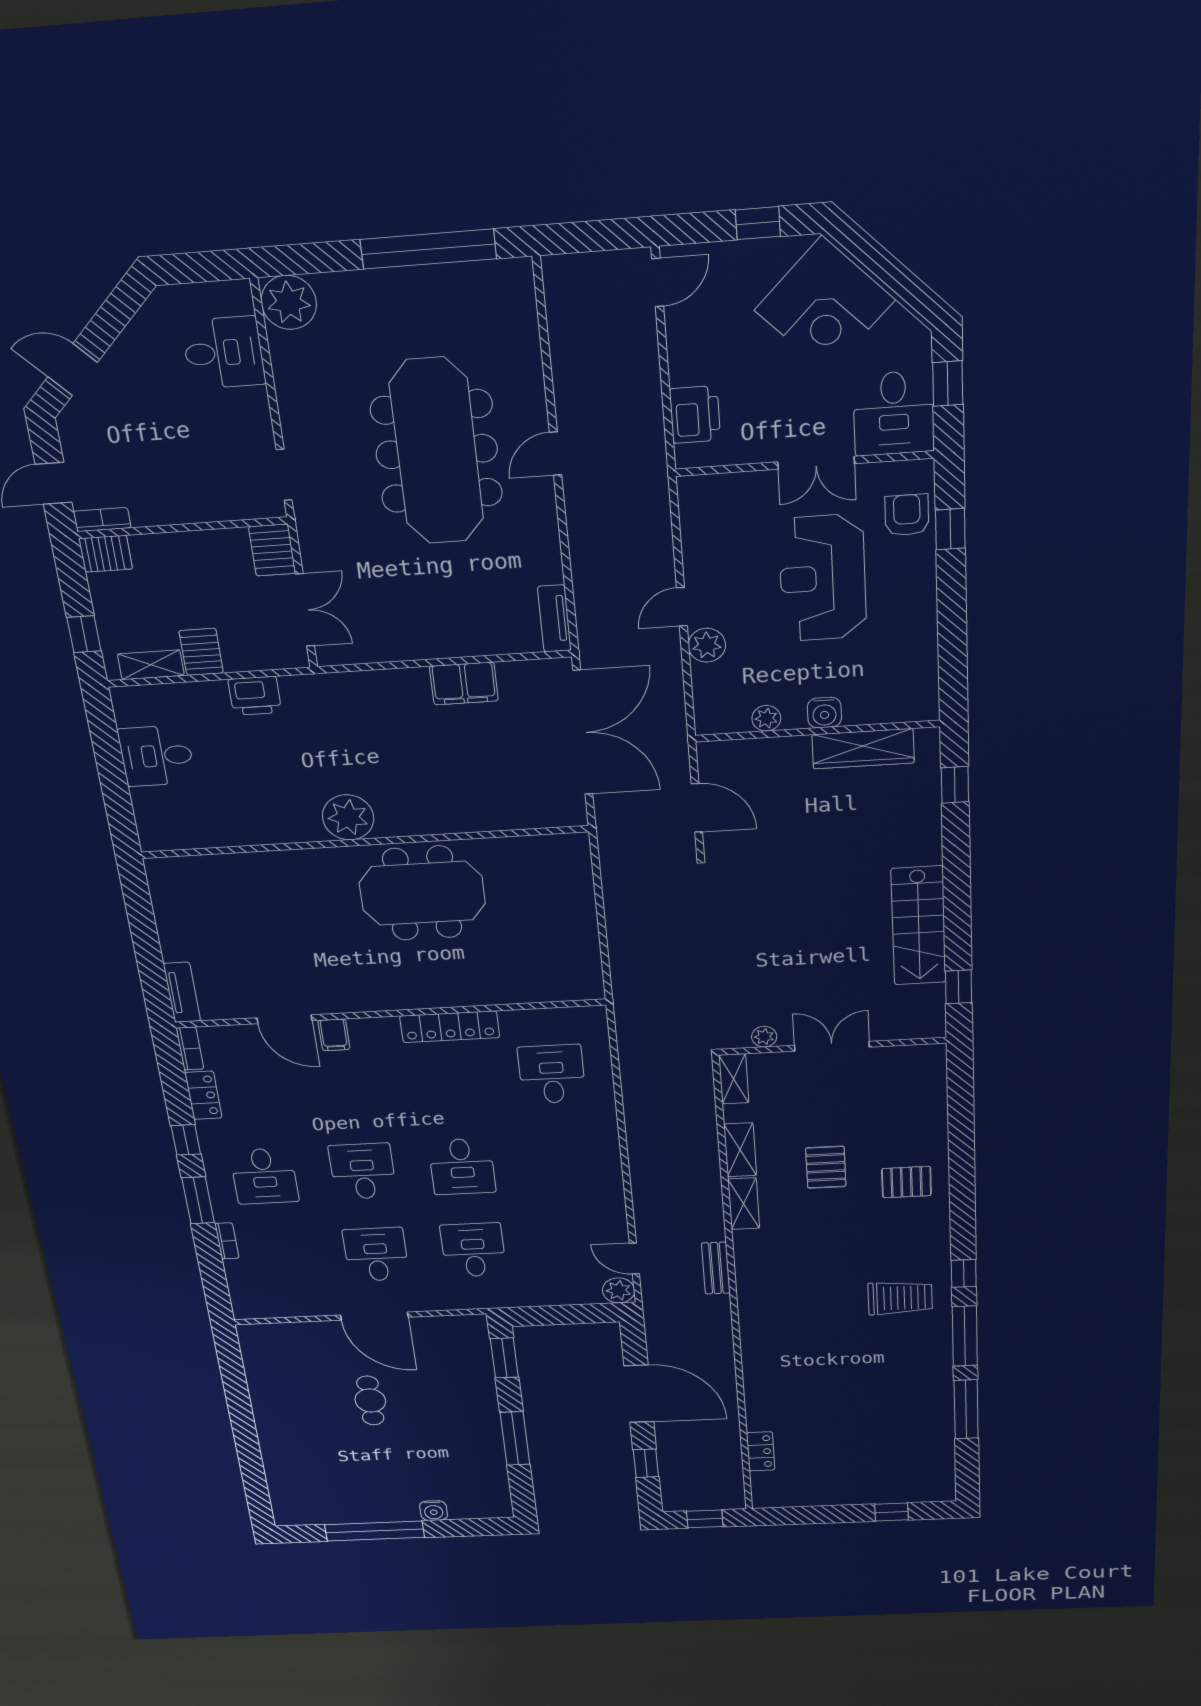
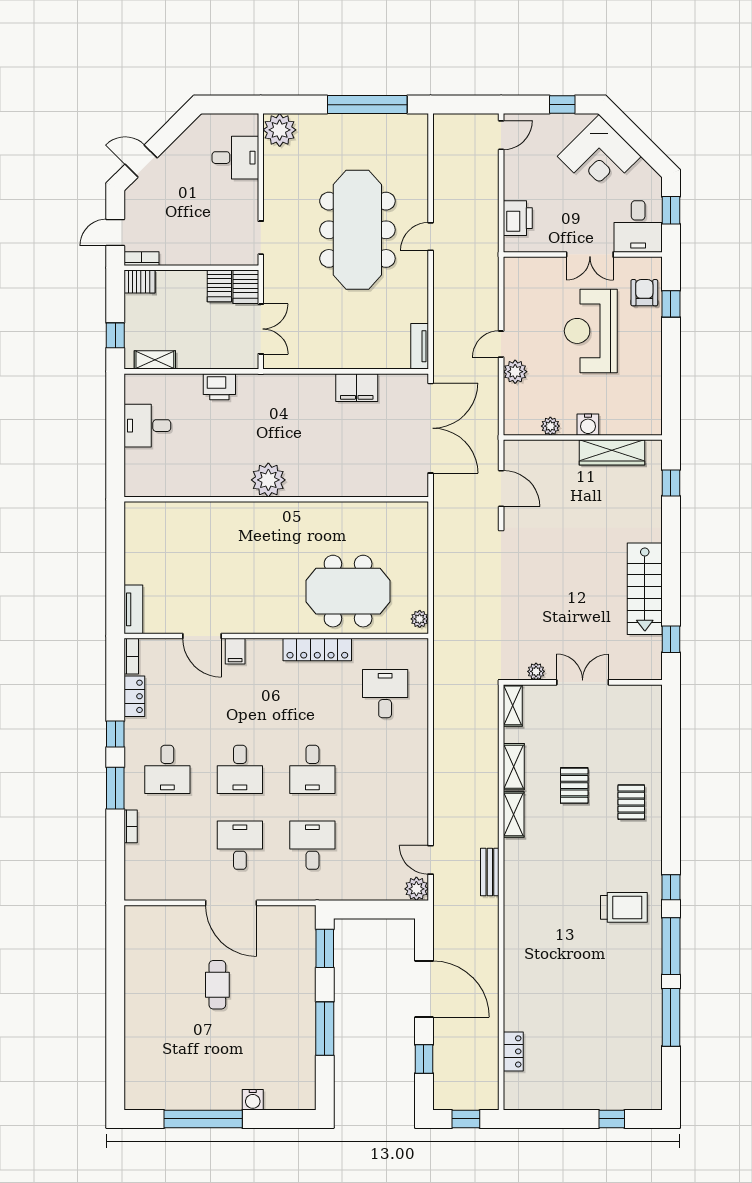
server rack: (201, 652) -> (219, 286), moved, turned 180
meeting table: (422, 893) -> (348, 591), moved
plant: (591, 982) -> (420, 619), added
desk: (363, 1171) -> (240, 769), turned 180
pallet: (906, 1182) -> (631, 802), turned 90

